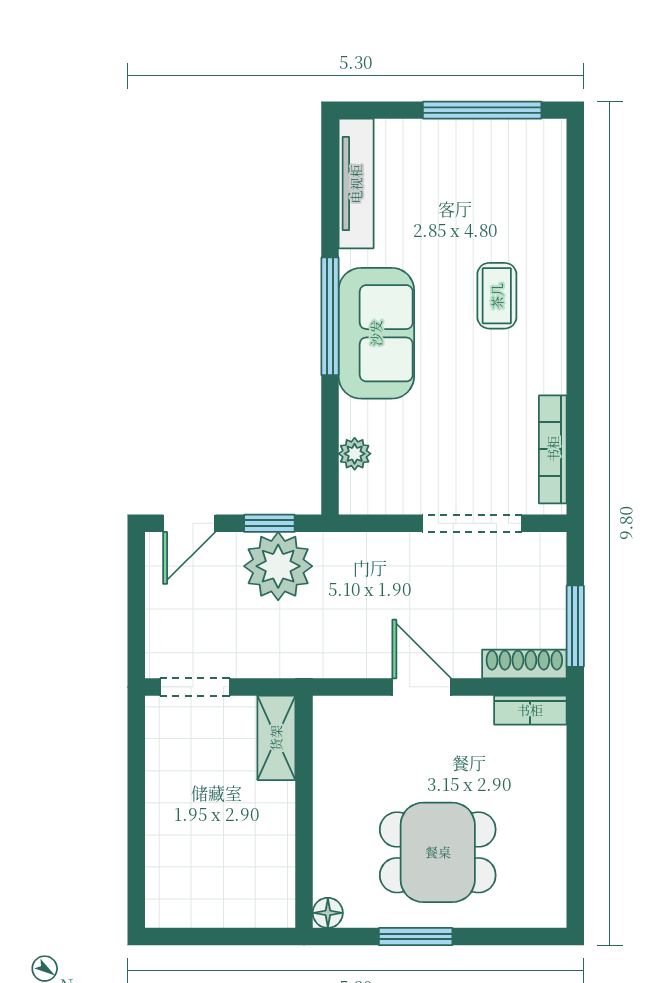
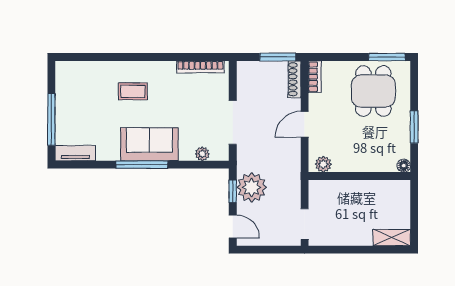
window: (482, 110) -> (51, 119), moved
tv unit: (356, 184) -> (75, 153), width x0.71
doorway: (472, 523) -> (233, 122), moved
plant: (331, 730) -> (323, 164), added
shelving: (276, 738) -> (392, 238), moved
dining table: (438, 852) -> (373, 91), moved
window: (575, 874) -> (387, 57), added

